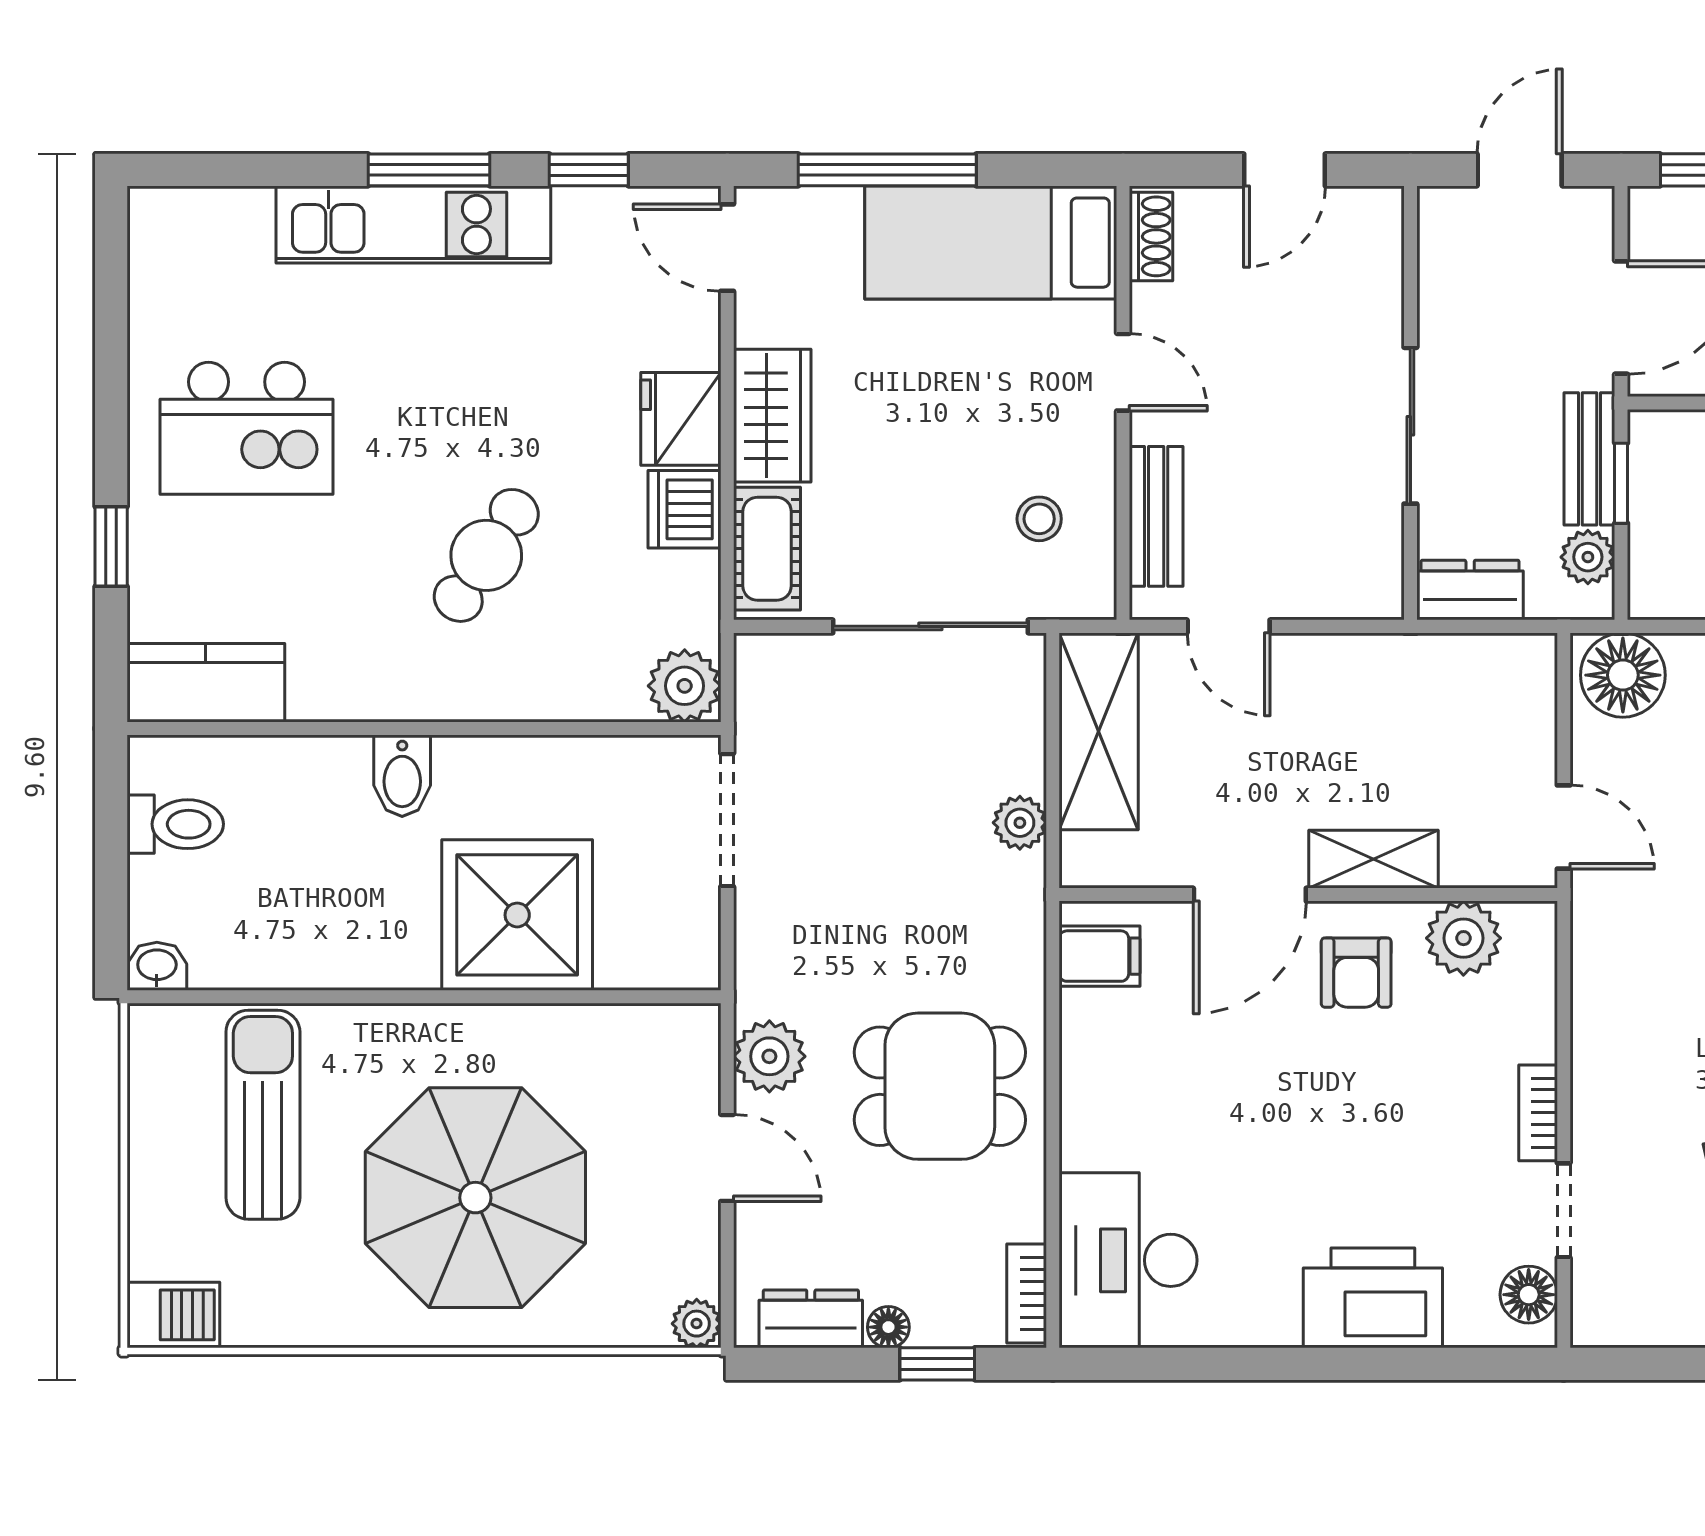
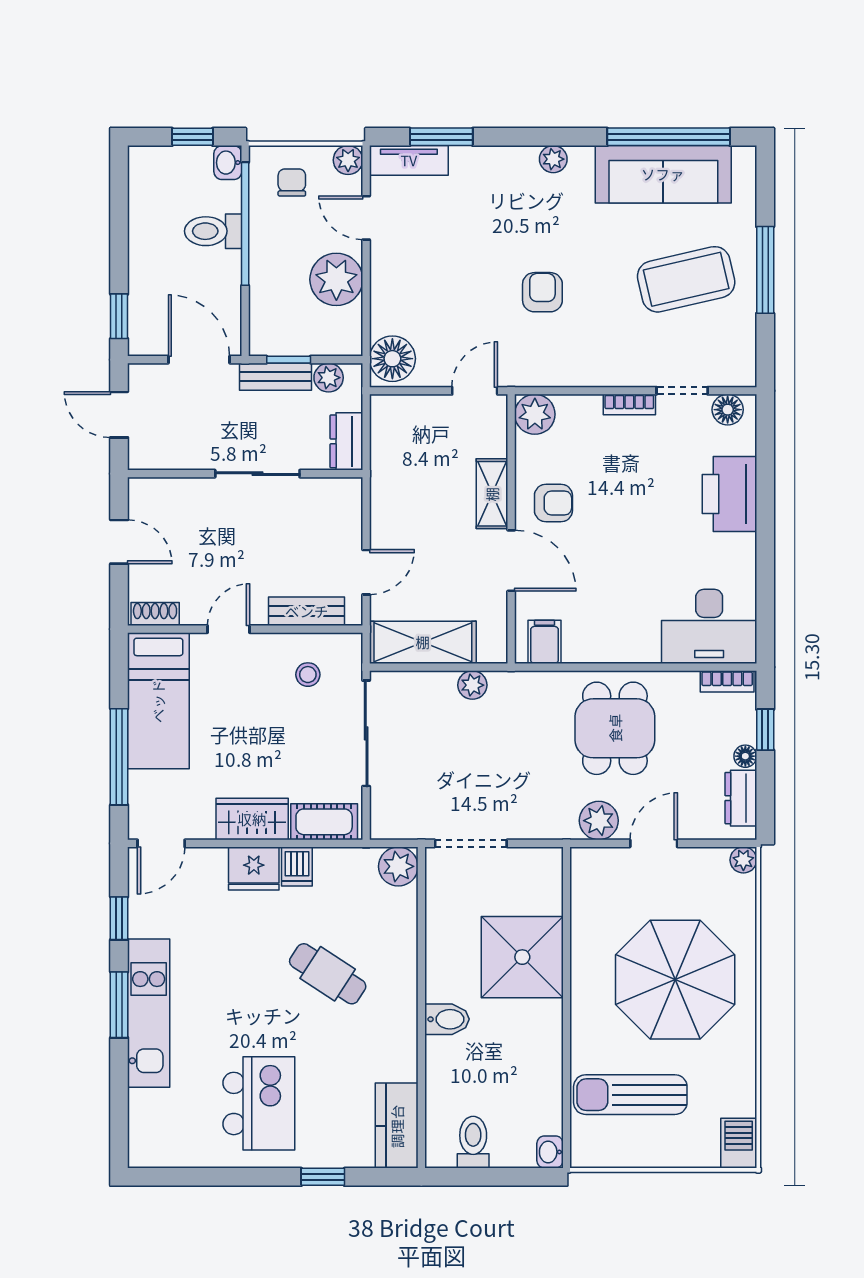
dishwasher: (685, 509) -> (297, 866), width x0.73
plant: (1463, 938) -> (535, 414), moved

